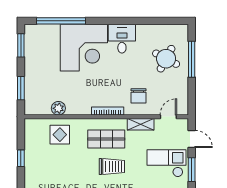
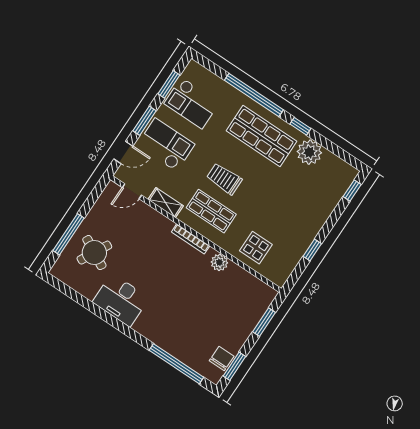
desk: (122, 39) -> (121, 300), width x1.37
corner desk: (84, 48) -> (171, 320), removed
chair: (139, 96) -> (222, 358), moved
plant: (58, 108) -> (219, 262), moved
door: (192, 139) -> (123, 152), swing flipped
checkout: (167, 163) -> (166, 145), turned 180

